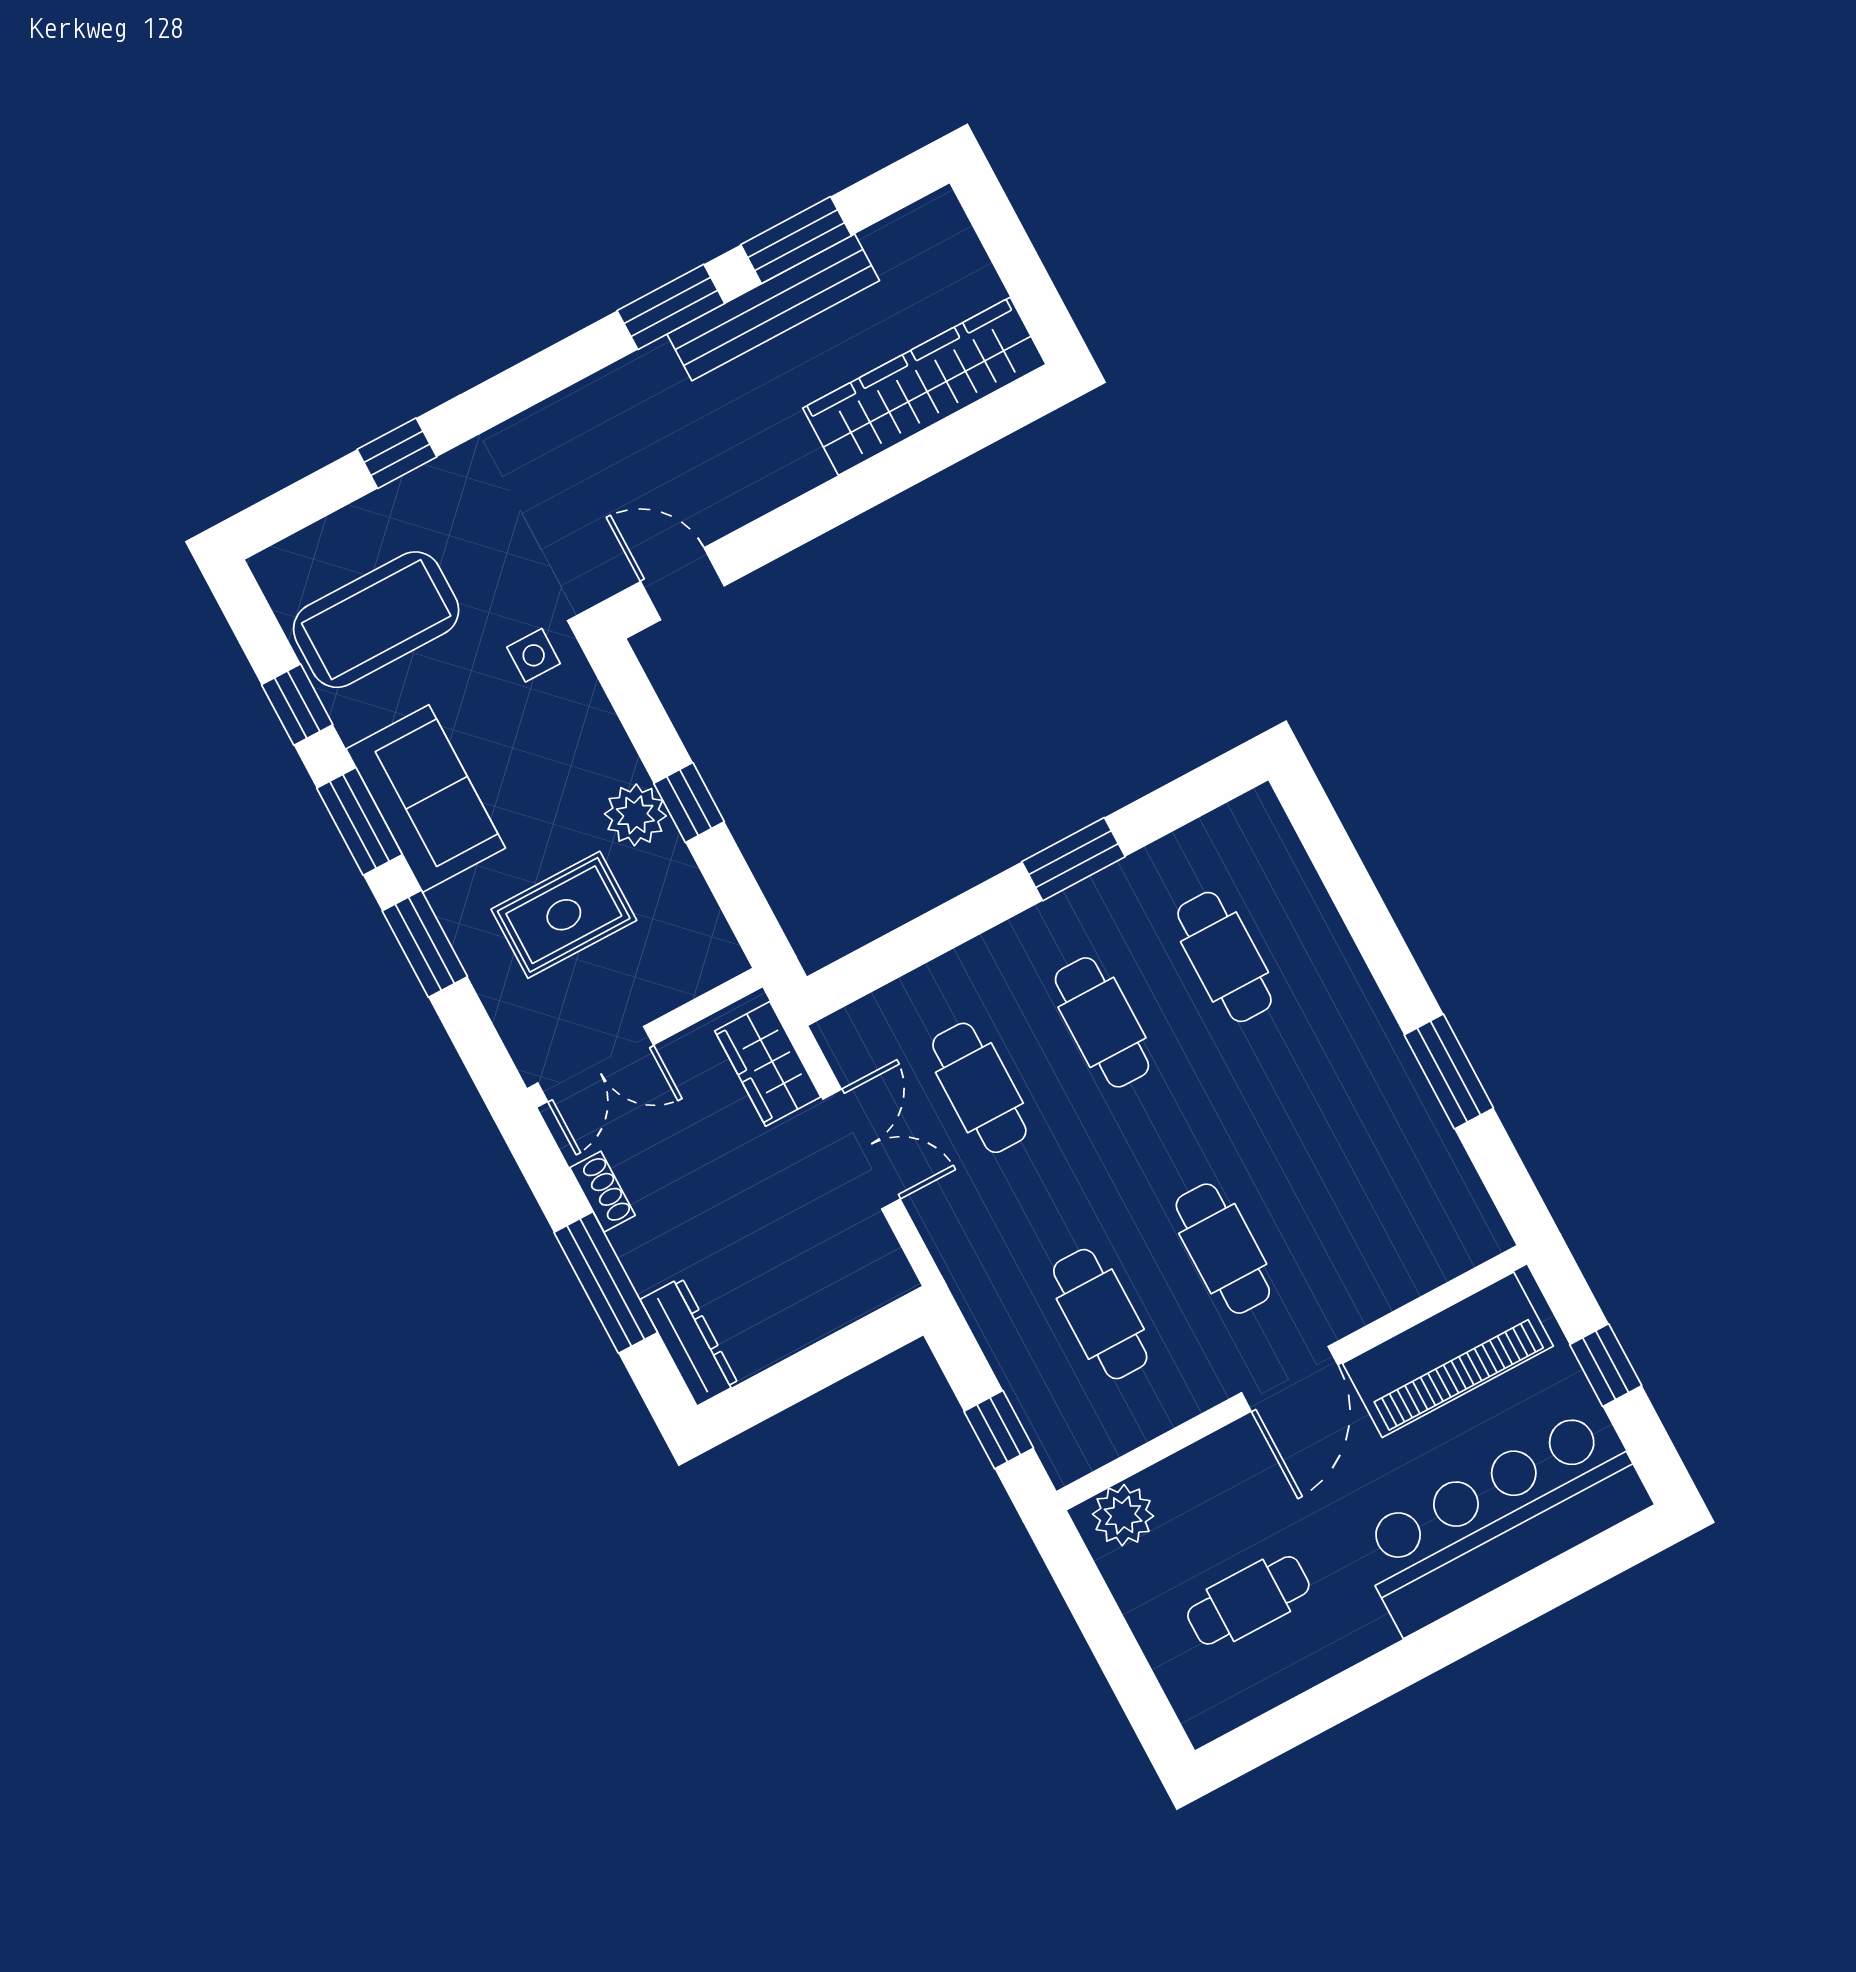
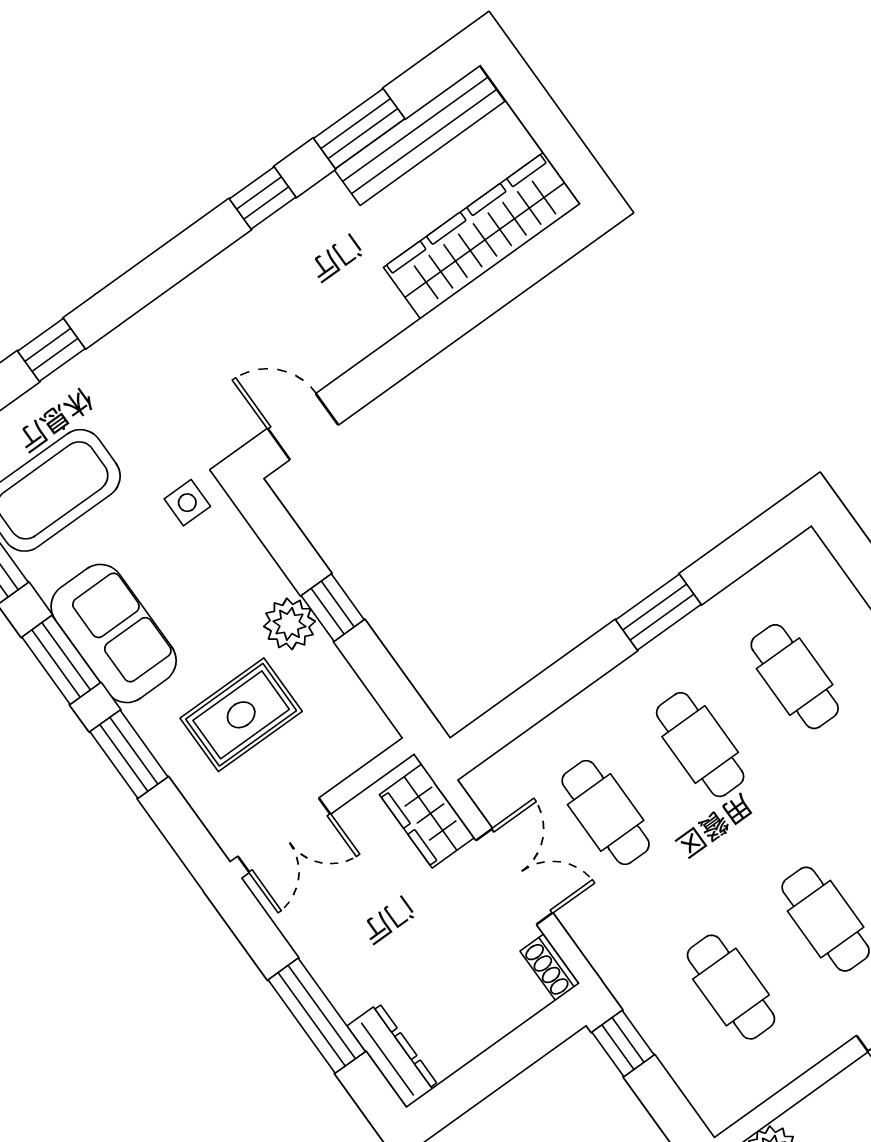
window: (671, 307) -> (263, 198), width x0.67
bench: (773, 307) -> (420, 135), moved
shoe rack: (602, 1192) -> (550, 967), moved, turned 180
window: (999, 1430) -> (623, 1044), moved

